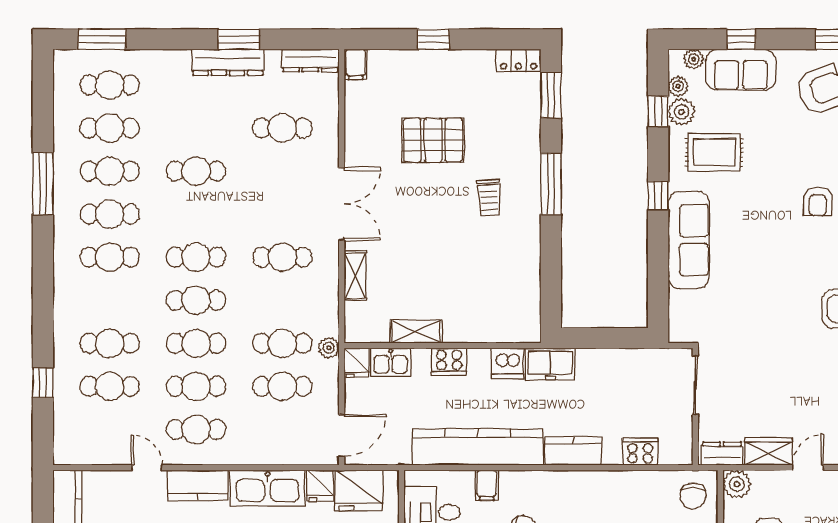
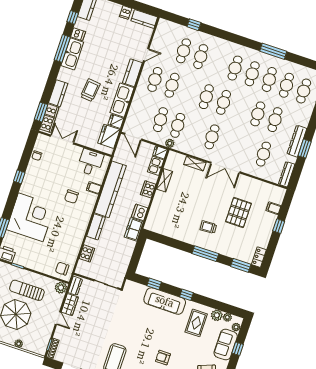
filing cabinet: (356, 64) -> (274, 208), moved
window: (658, 111) -> (154, 284), moved
cafe table: (196, 343) -> (275, 120), moved

